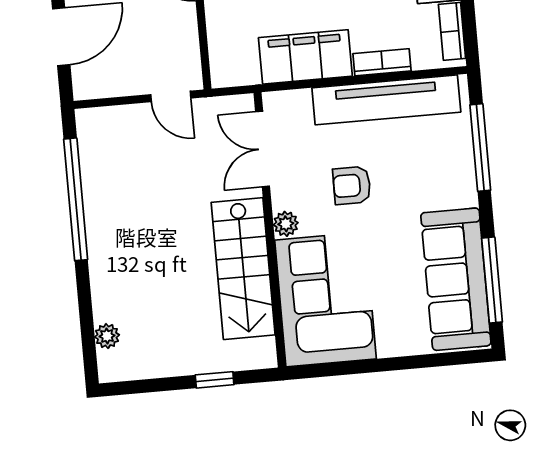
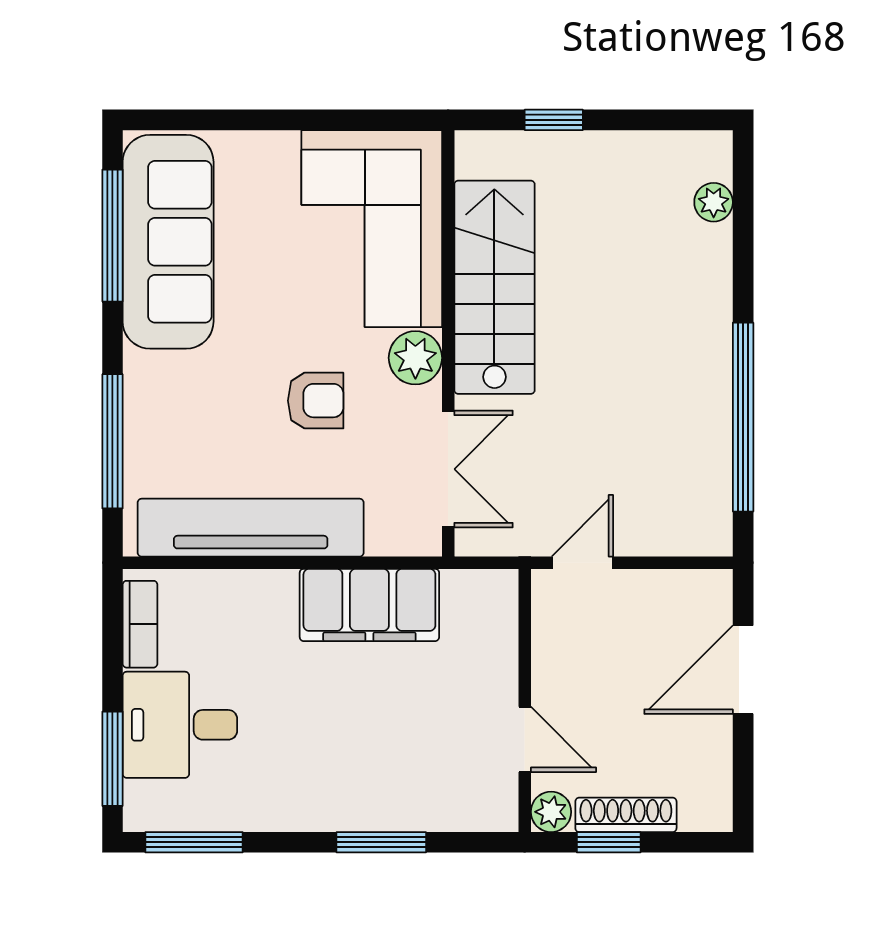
bookcase: (382, 62) -> (252, 586), removed
door: (171, 96) -> (582, 563), hinge flipped
plant: (286, 224) -> (415, 358), width x1.38, depth x1.38

